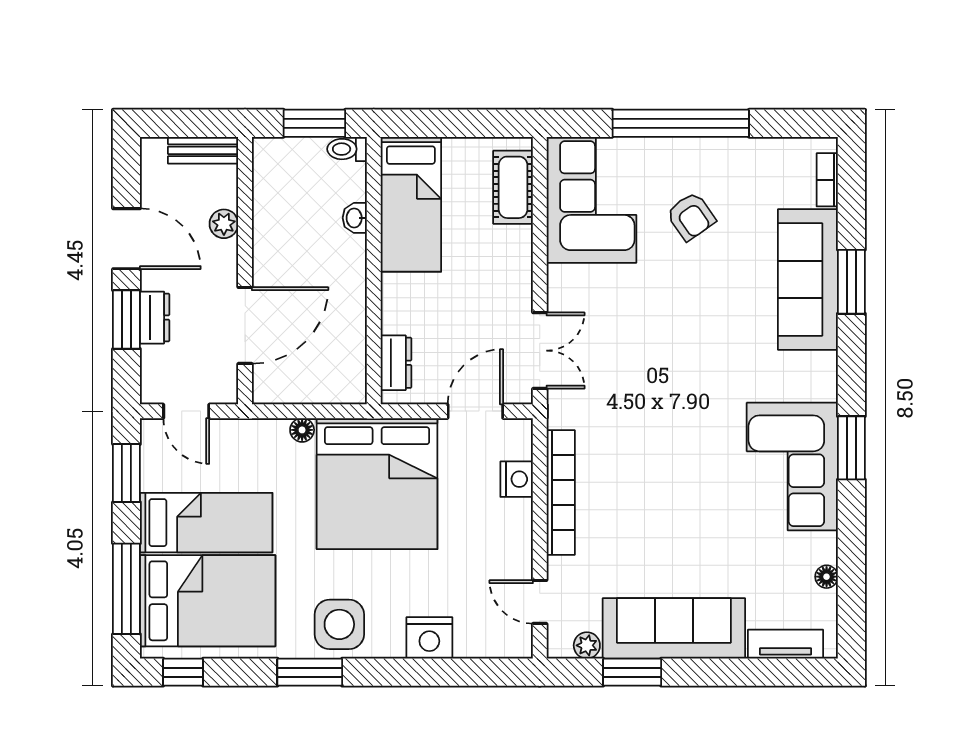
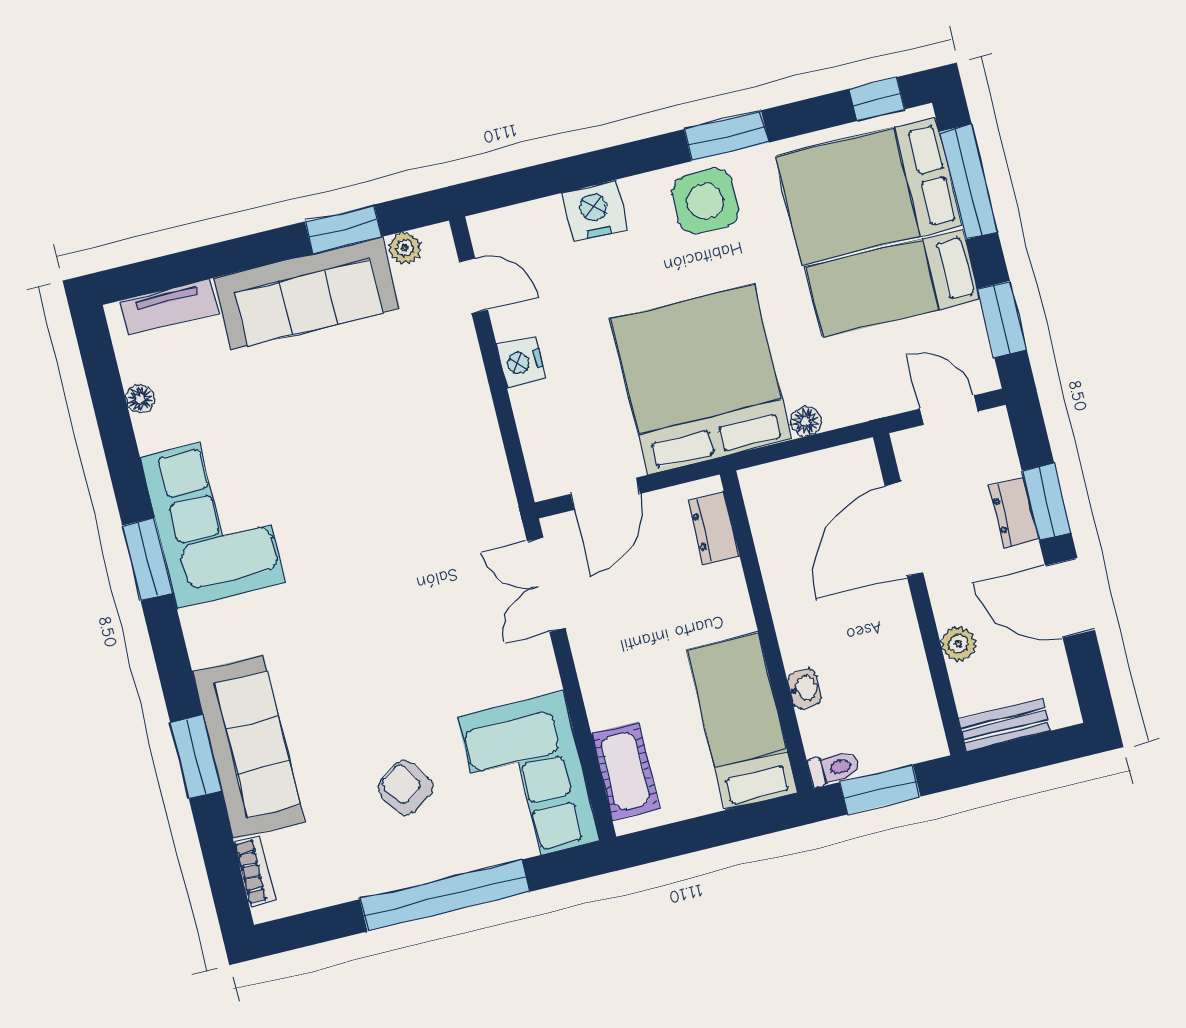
nightstand: (517, 479) -> (521, 362), moved
bookcase: (561, 492) -> (480, 422), removed

